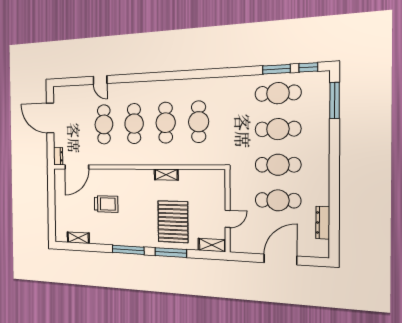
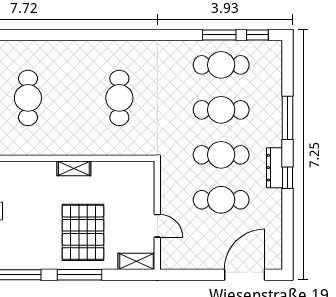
window: (335, 100) -> (288, 118), moved
cafe table: (166, 123) -> (74, 98), removed
window: (334, 184) -> (288, 178), added
door: (228, 219) -> (157, 226), hinge flipped
dresser: (323, 223) -> (274, 168), moved
door: (280, 259) -> (245, 275), moved

